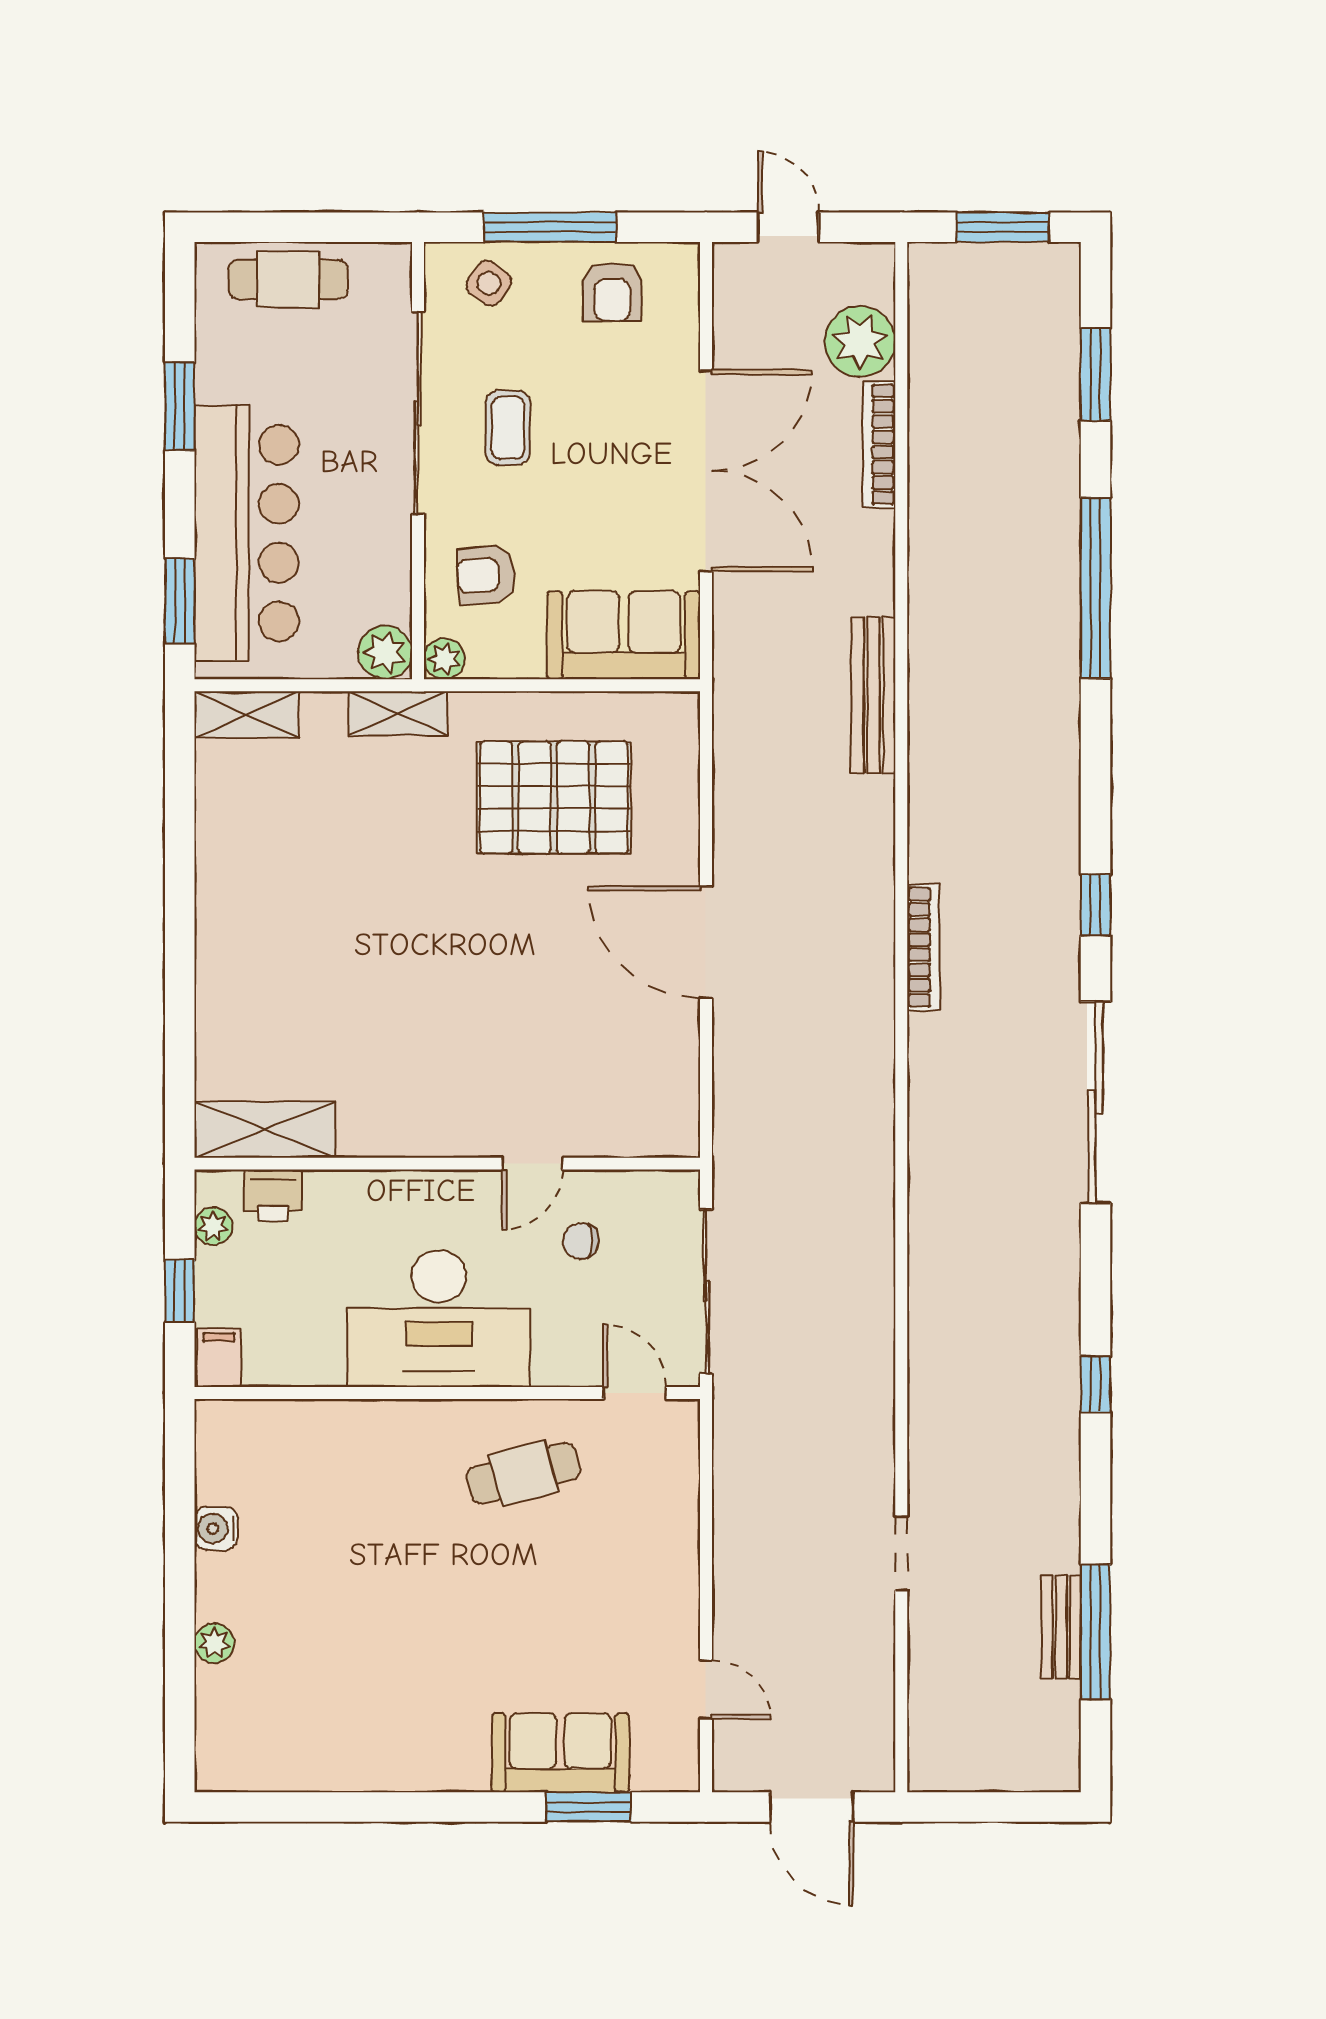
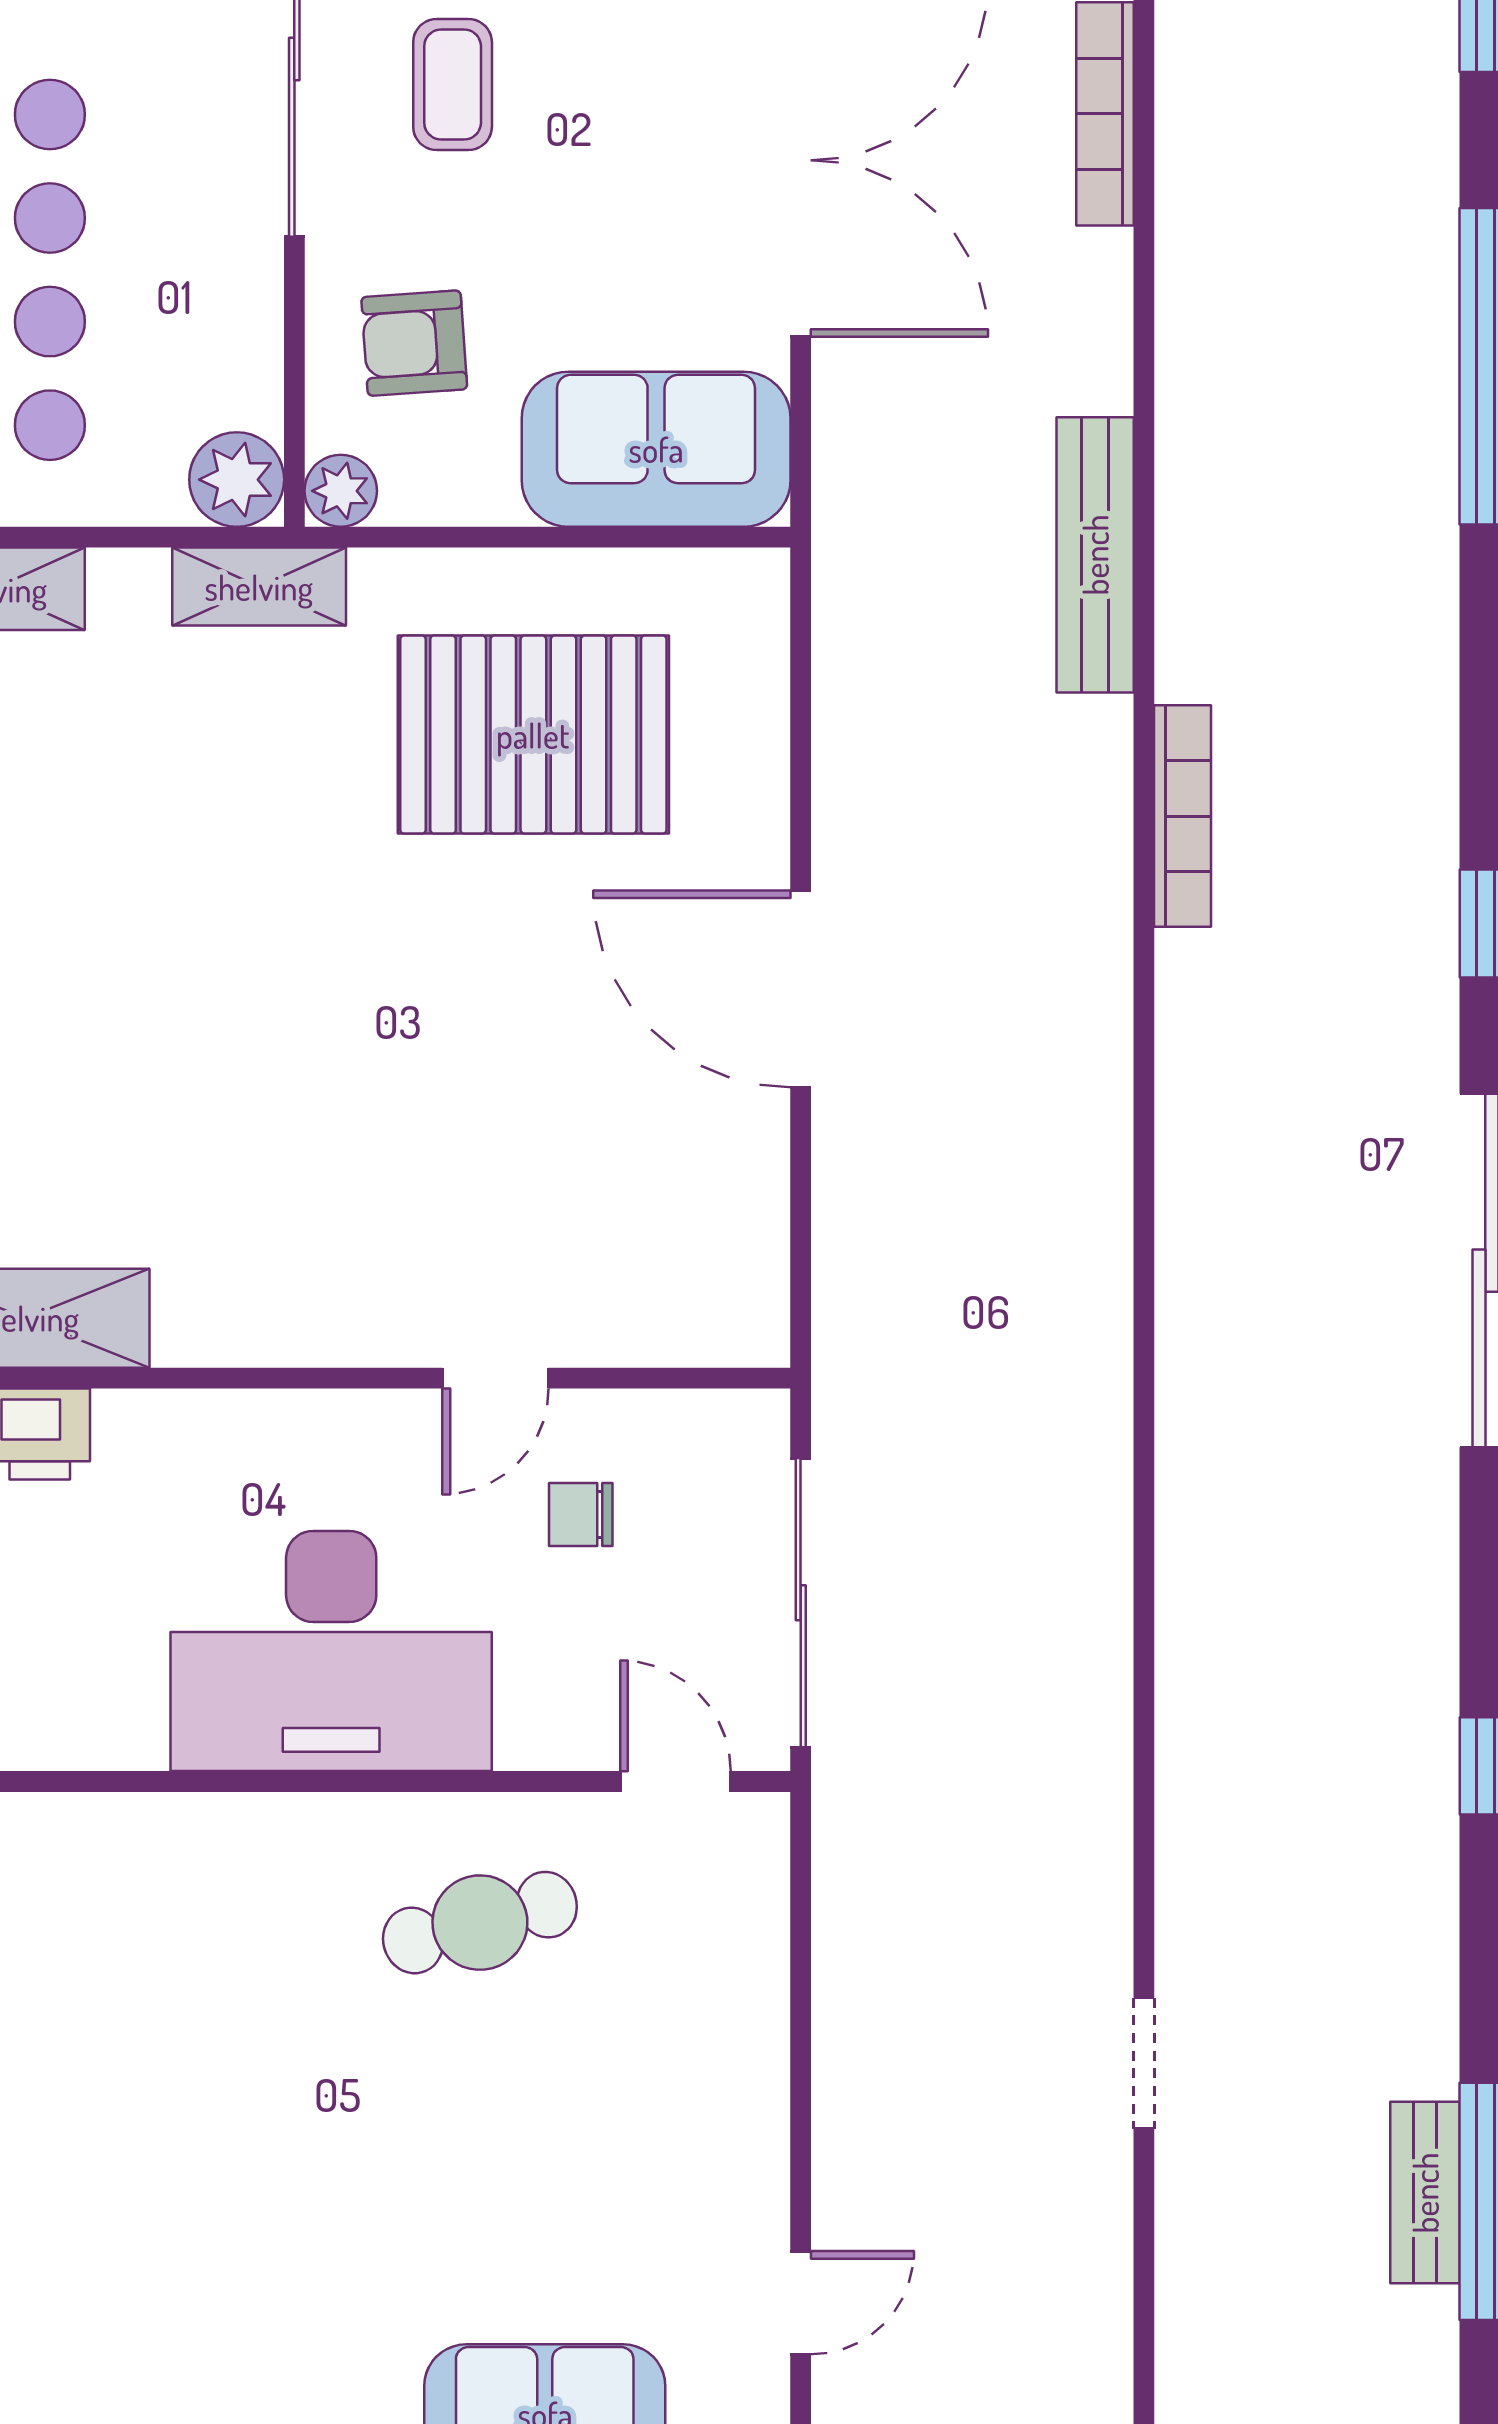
bookcase: (923, 947) -> (1183, 816), moved
door: (706, 1689) -> (801, 2303), hinge flipped

